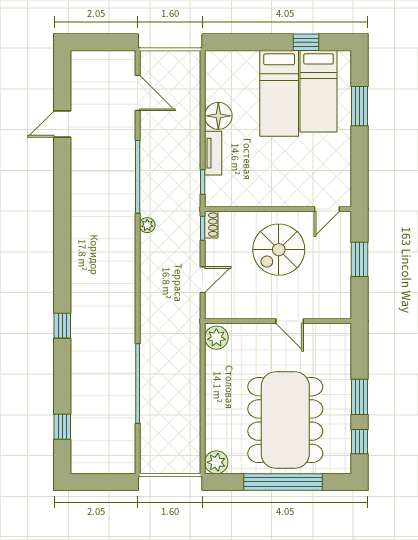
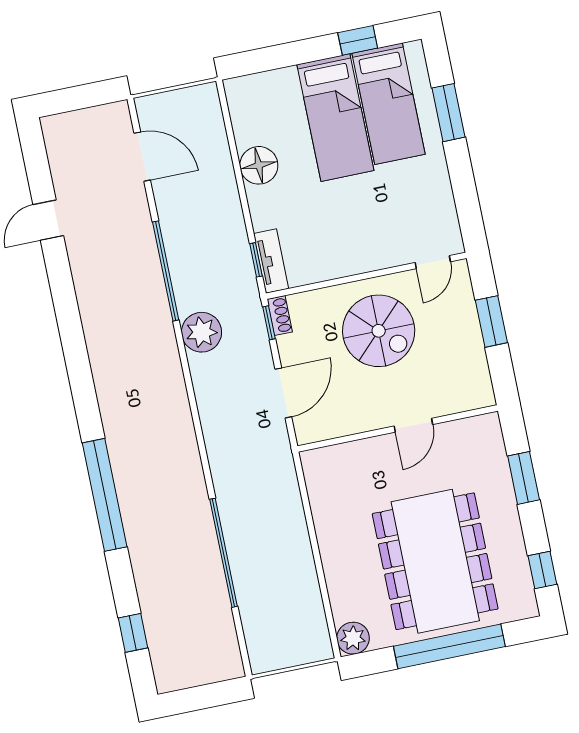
tv unit: (213, 153) -> (271, 261), moved
plant: (147, 225) -> (202, 332), width x1.88, depth x1.88
spiral stairs: (279, 250) -> (379, 331), turned -90
door: (203, 280) -> (283, 393), width x1.38
door: (290, 321) -> (413, 425), hinge flipped
window: (62, 326) -> (105, 495), width x3.17
plant: (216, 338) -> (318, 468), removed
window: (359, 397) -> (524, 478), moved

